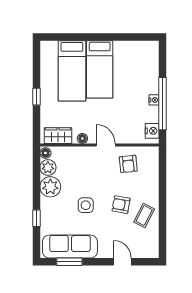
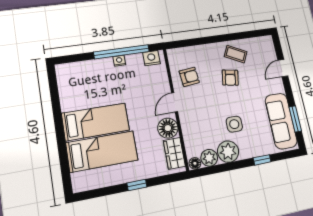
floor lamp: (82, 138) -> (168, 128), width x1.89, depth x1.89
side table: (86, 205) -> (234, 124), moved

